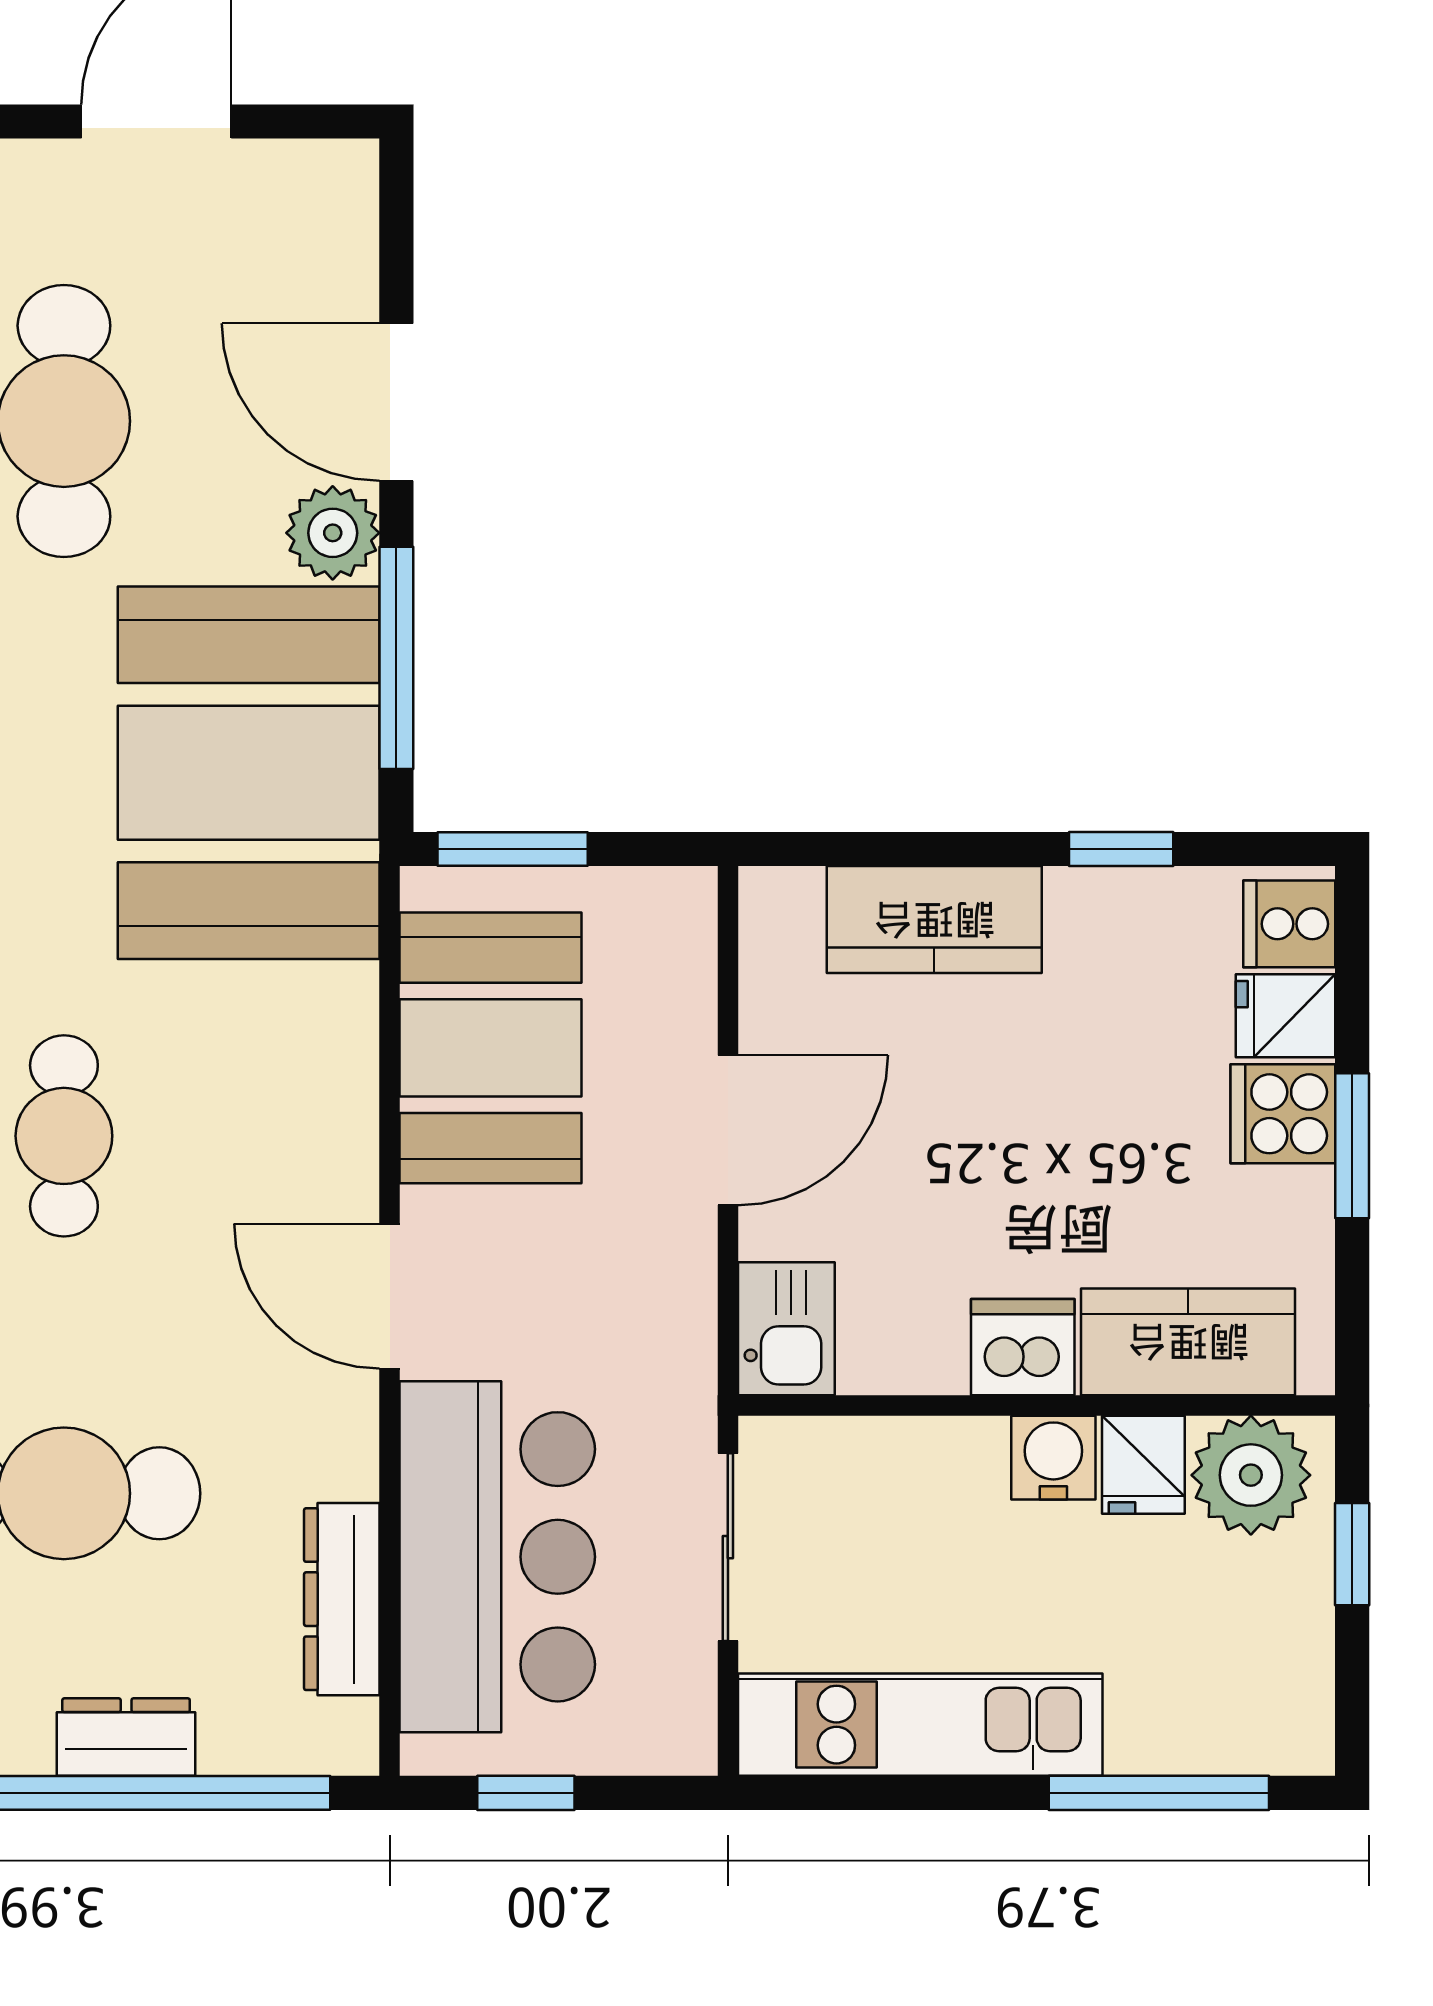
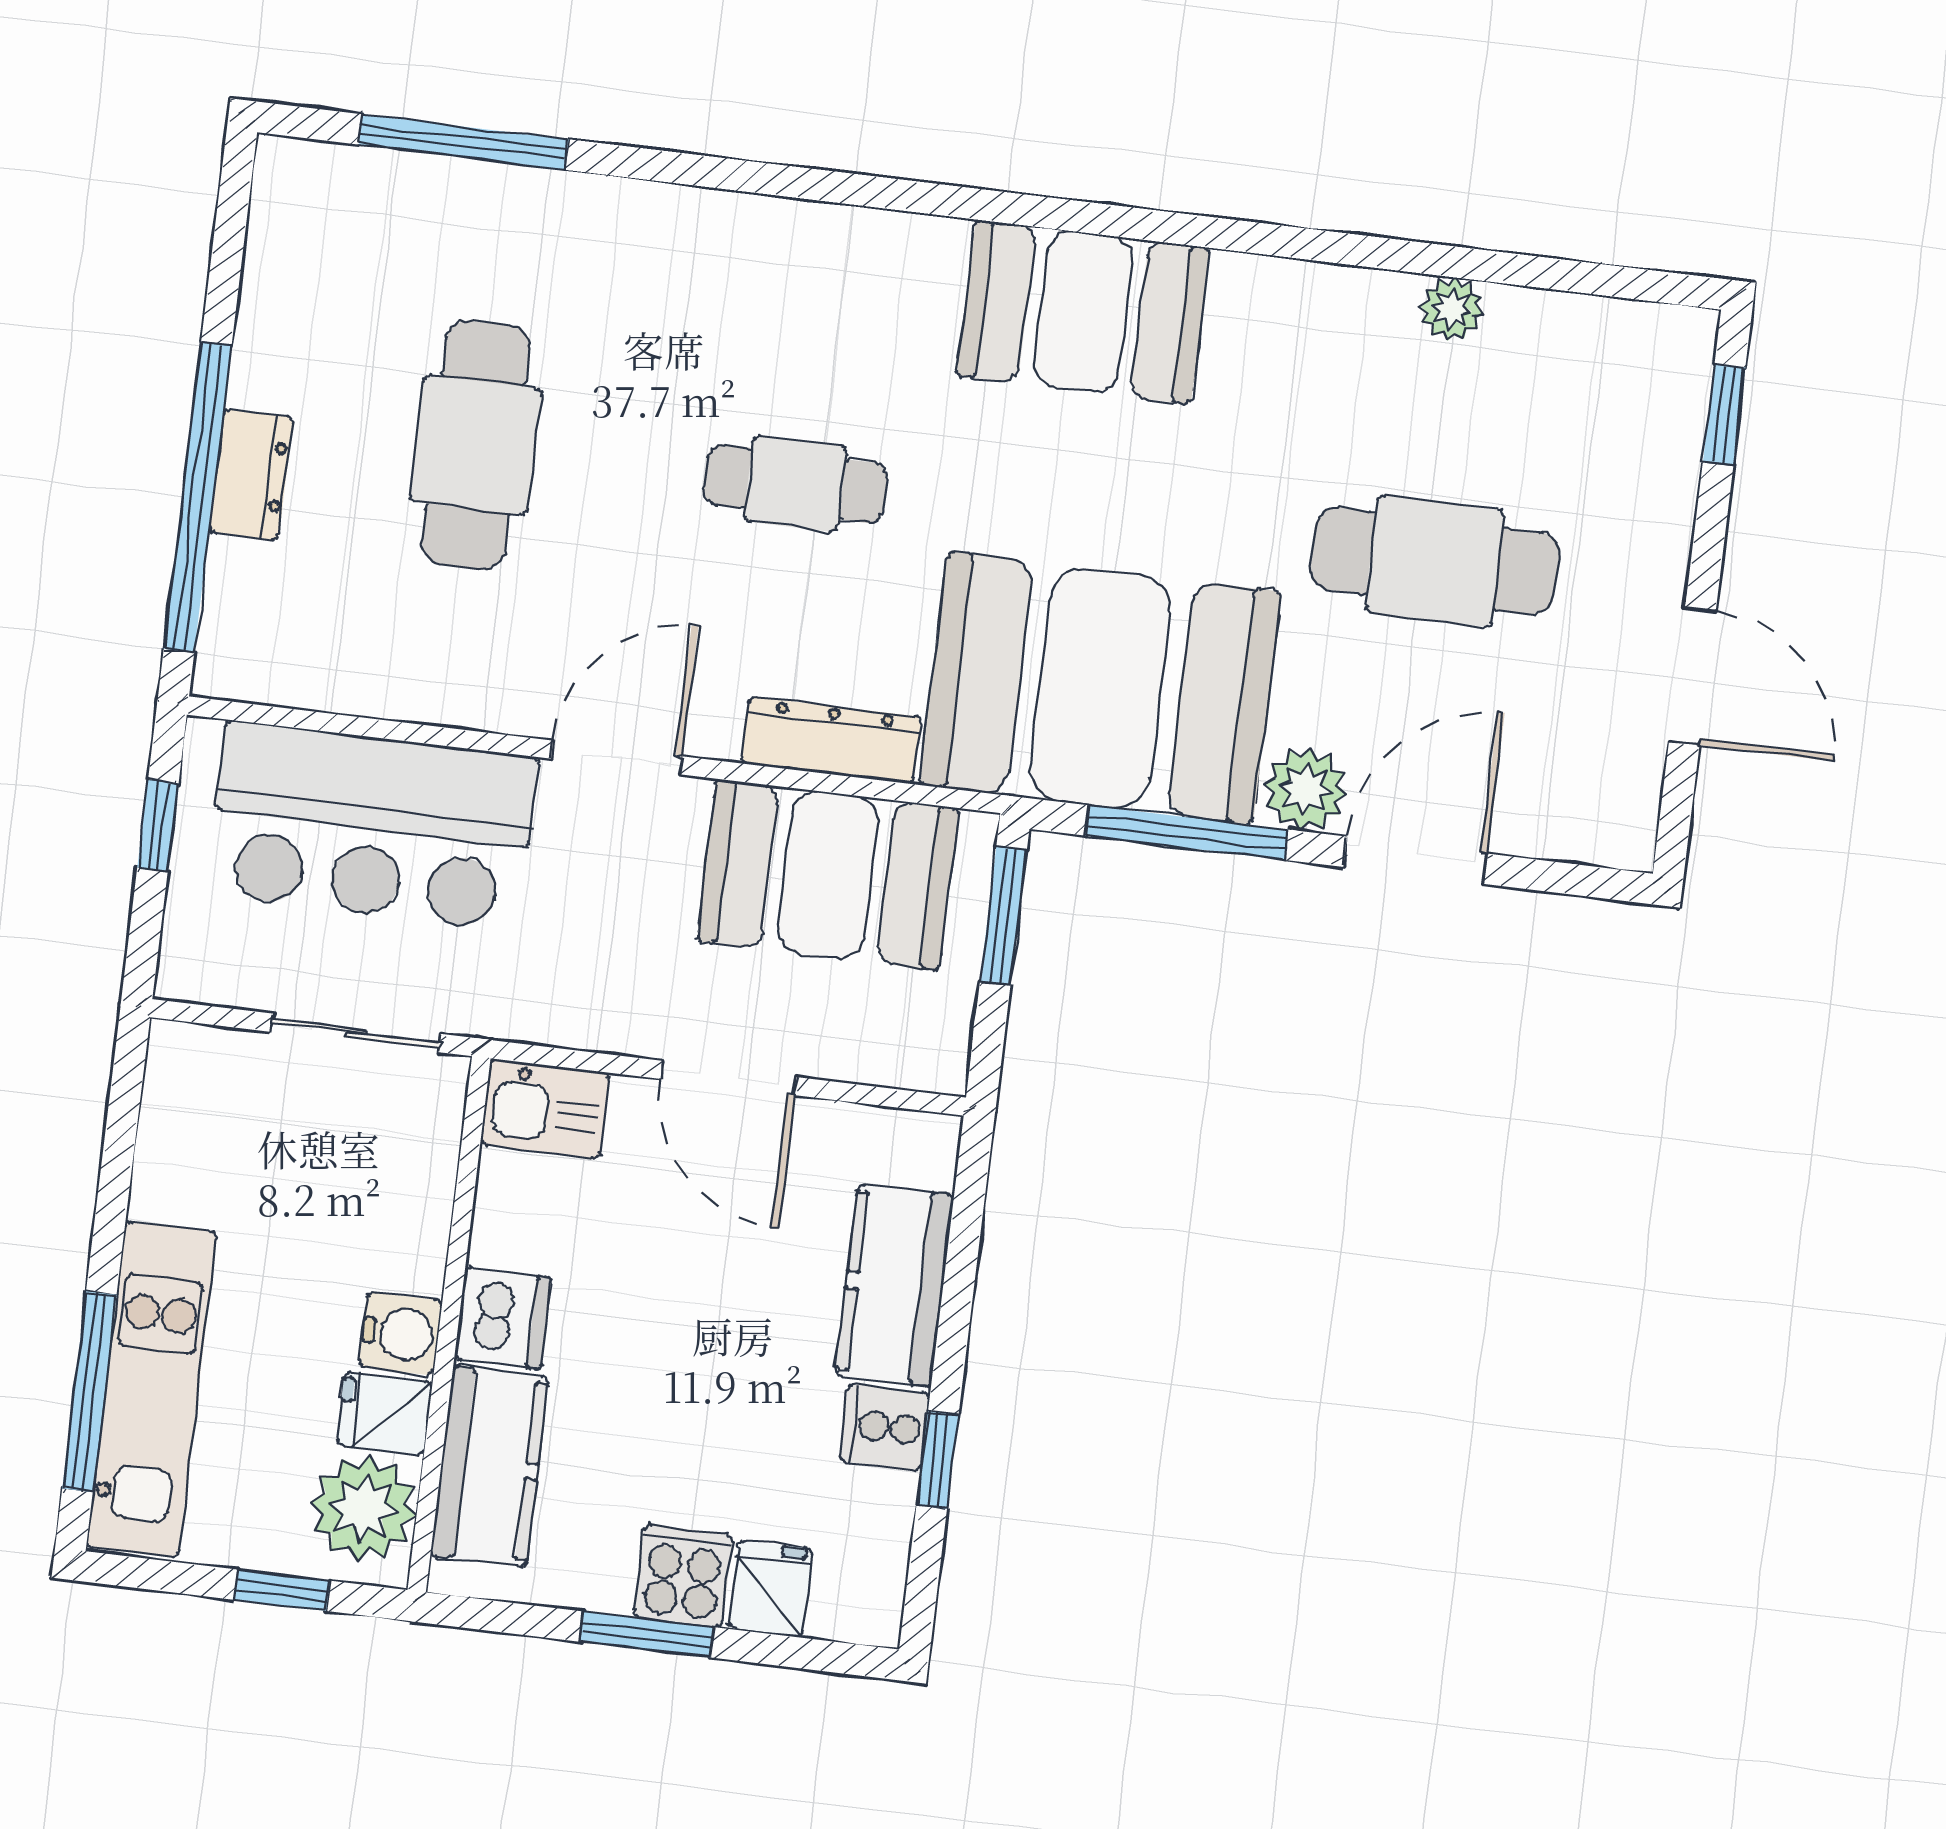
cooker: (1289, 924) -> (885, 1427), moved, turned -90
dresser: (342, 1599) -> (831, 740), moved
kitchen unit: (920, 1725) -> (152, 1389), moved

